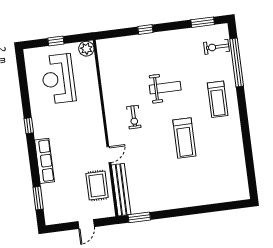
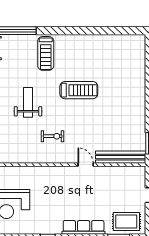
treadmill: (218, 99) -> (46, 53), turned 90
rug: (97, 185) -> (126, 222), moved

